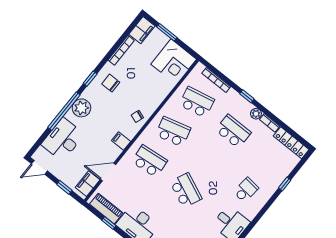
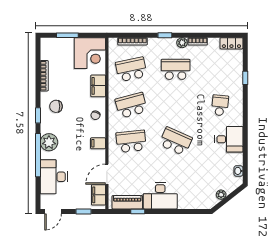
filing cabinet: (142, 30) -> (98, 86), moved, turned 180
locker: (291, 143) -> (231, 43), width x0.66

